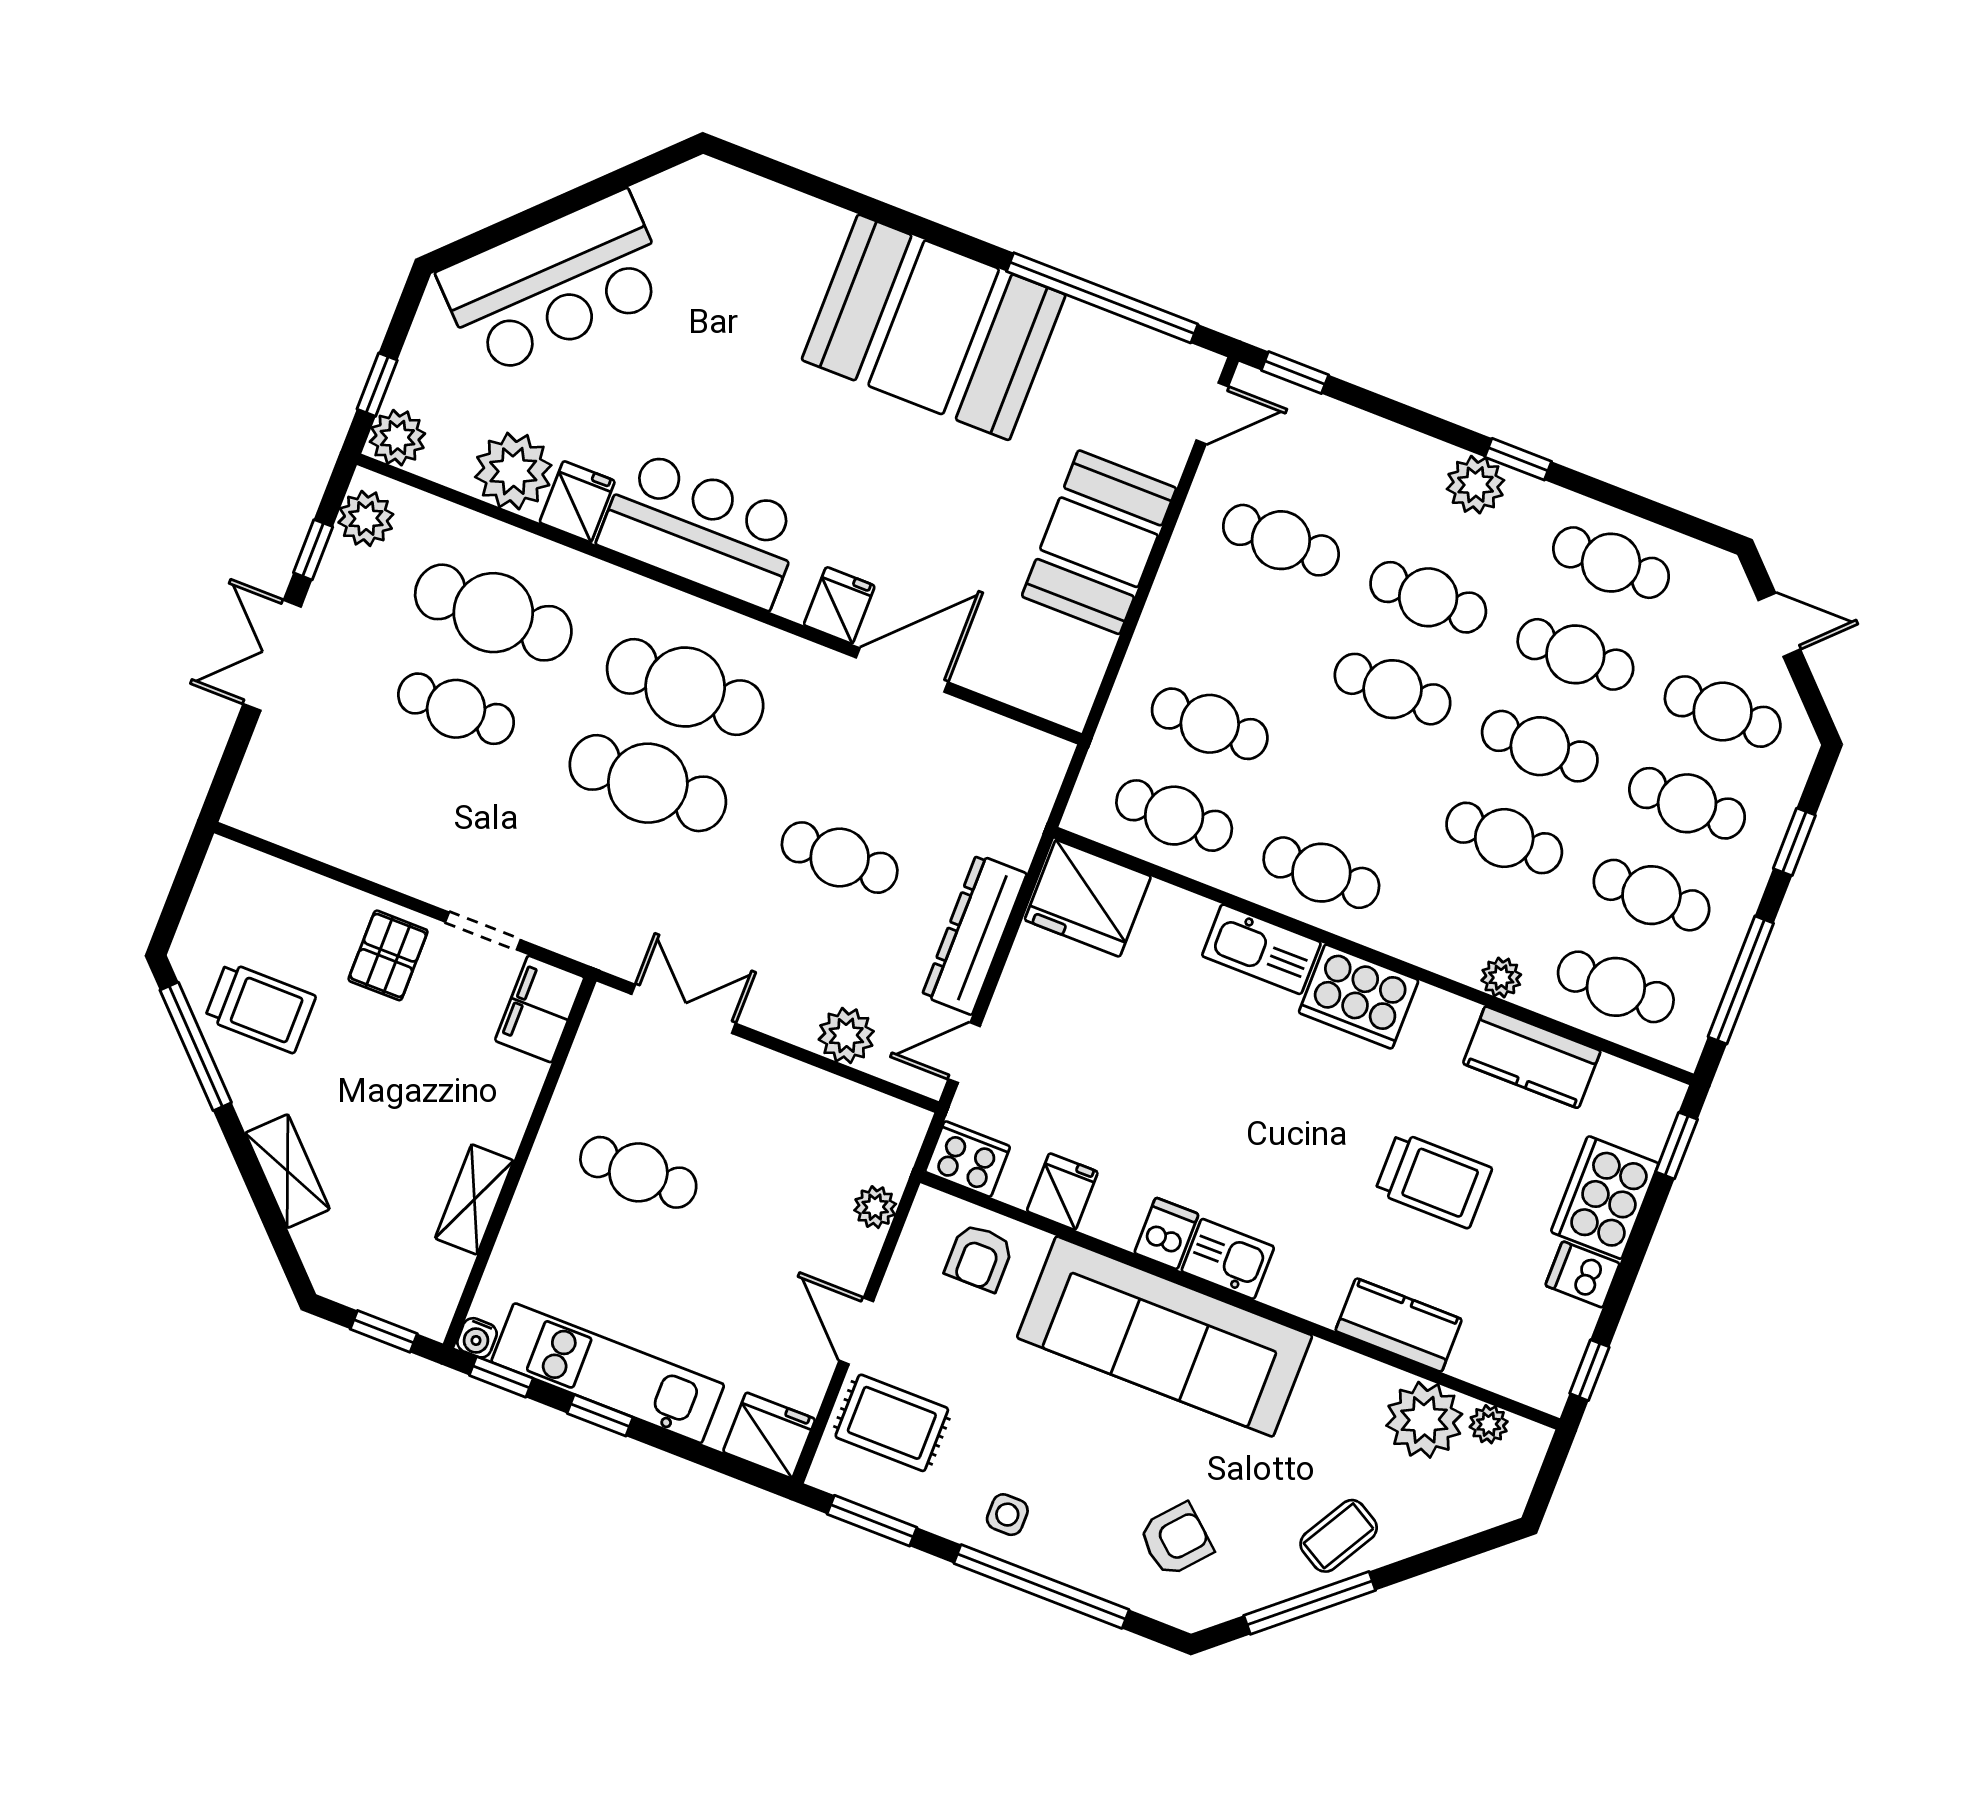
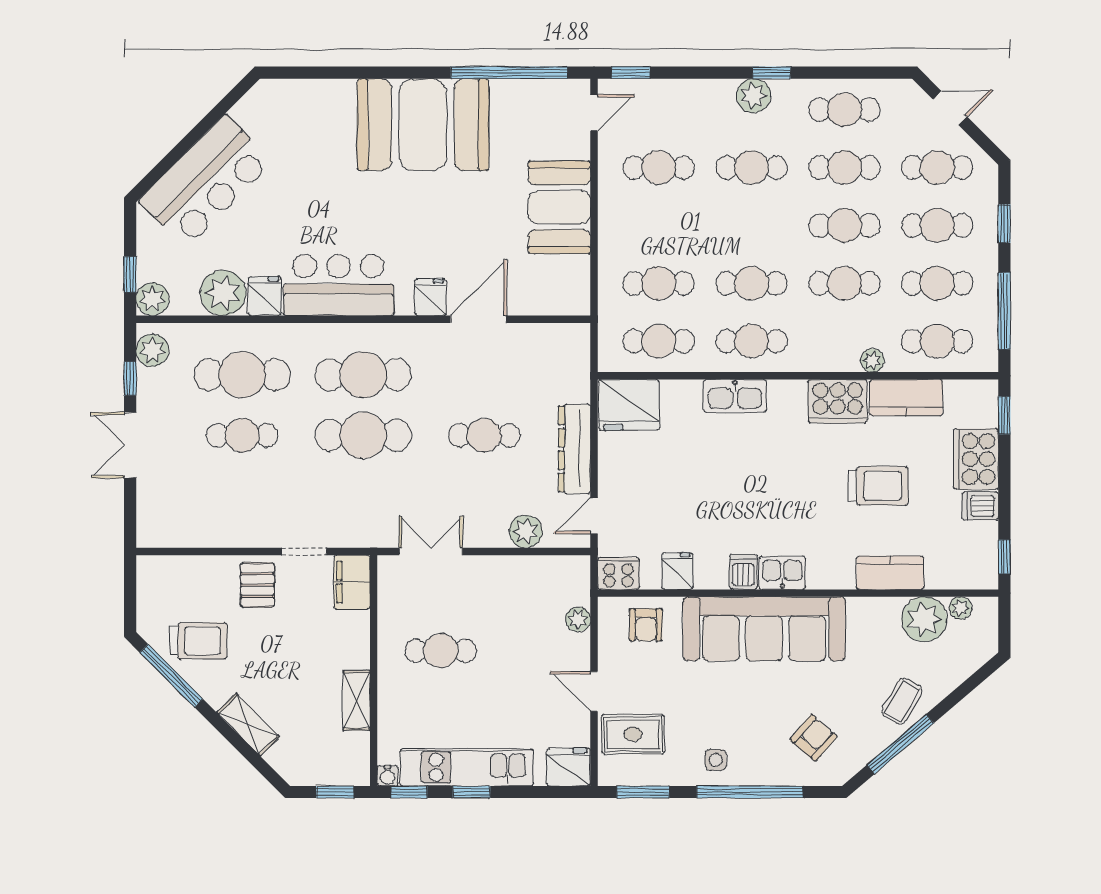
cafe table: (1393, 689) -> (752, 283), moved
cooker: (1359, 996) -> (838, 401), moved

